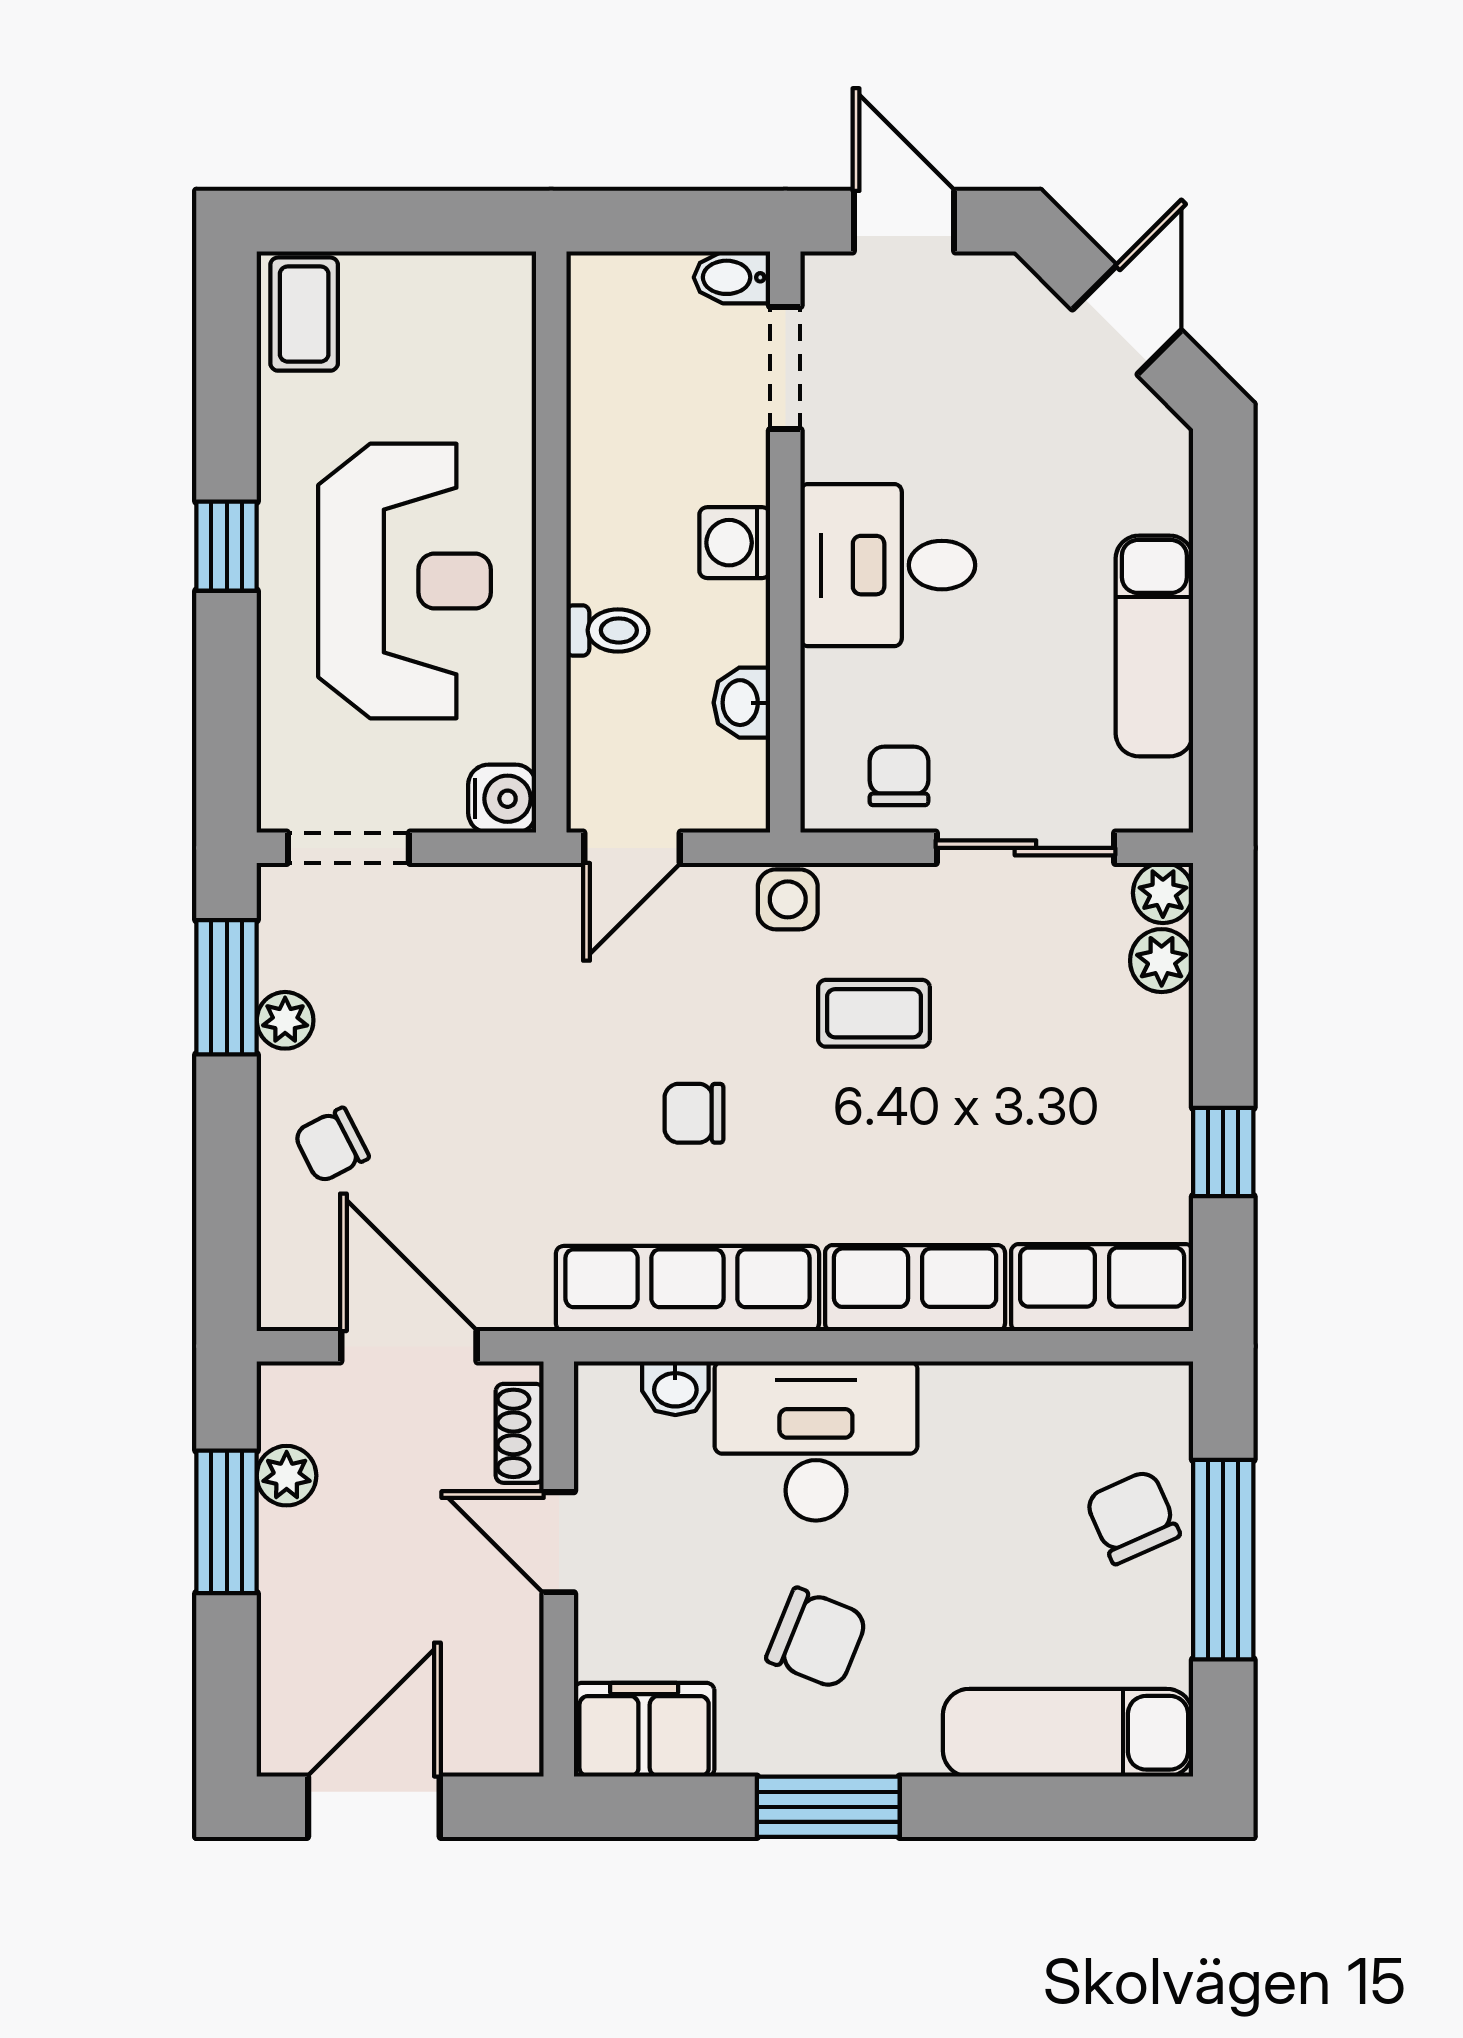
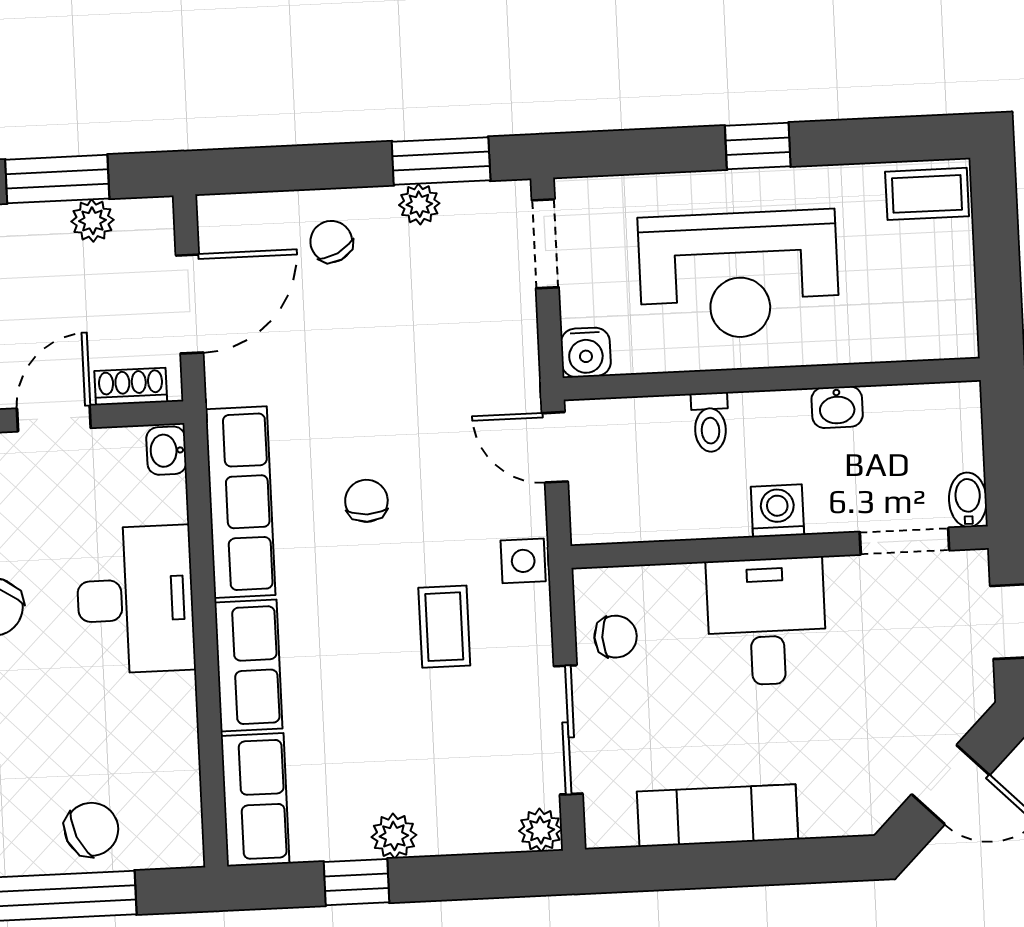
washbasin: (742, 703) -> (837, 407), moved, turned 180
plant: (1162, 961) -> (394, 836), moved
washbasin: (675, 1388) -> (166, 451), moved

